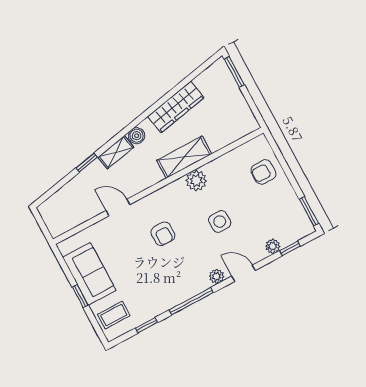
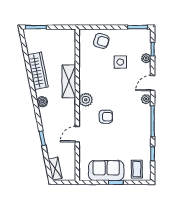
shelving: (116, 152) -> (55, 169), moved
armchair: (264, 172) -> (101, 41), turned -74
plant: (196, 181) -> (86, 100), moved
side table: (220, 221) -> (120, 62), moved

